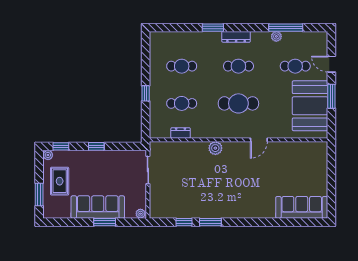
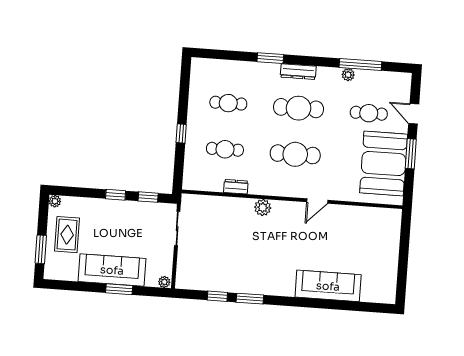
cafe table: (238, 66) -> (299, 108), width x1.37, depth x1.35
dresser: (181, 133) -> (236, 187), moved
window: (61, 146) -> (148, 197), moved
sofa: (302, 207) -> (328, 286), moved

